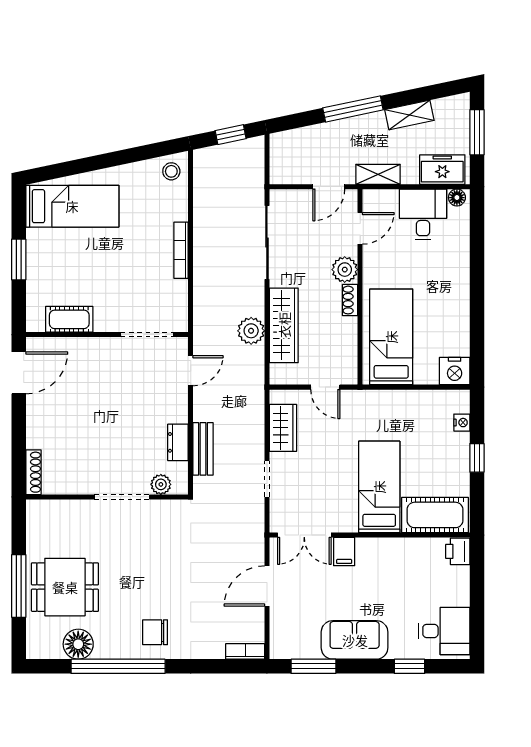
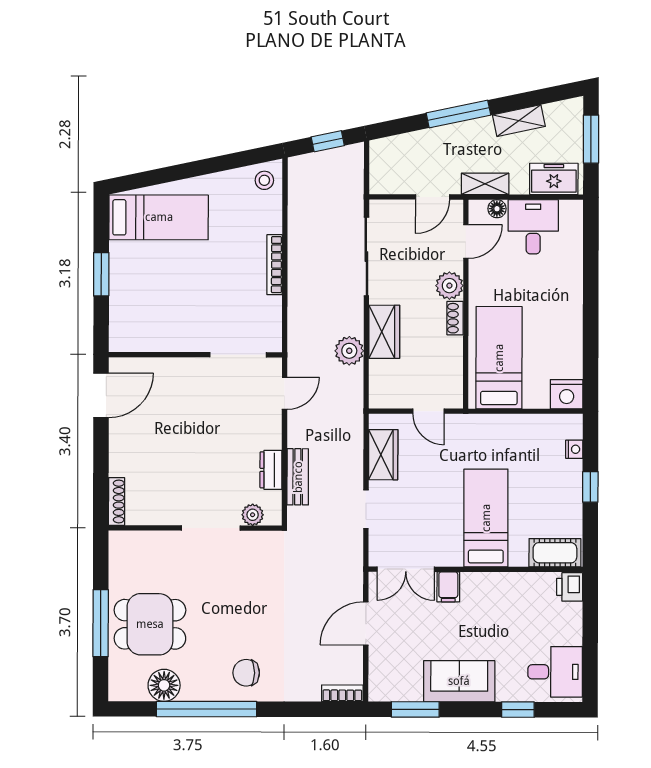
floor lamp: (457, 198) -> (497, 209), moved
cot: (69, 319) -> (155, 338), removed
wardrobe: (284, 325) -> (384, 332), width x0.67
cot: (435, 515) -> (555, 553), width x0.73, depth x0.75

